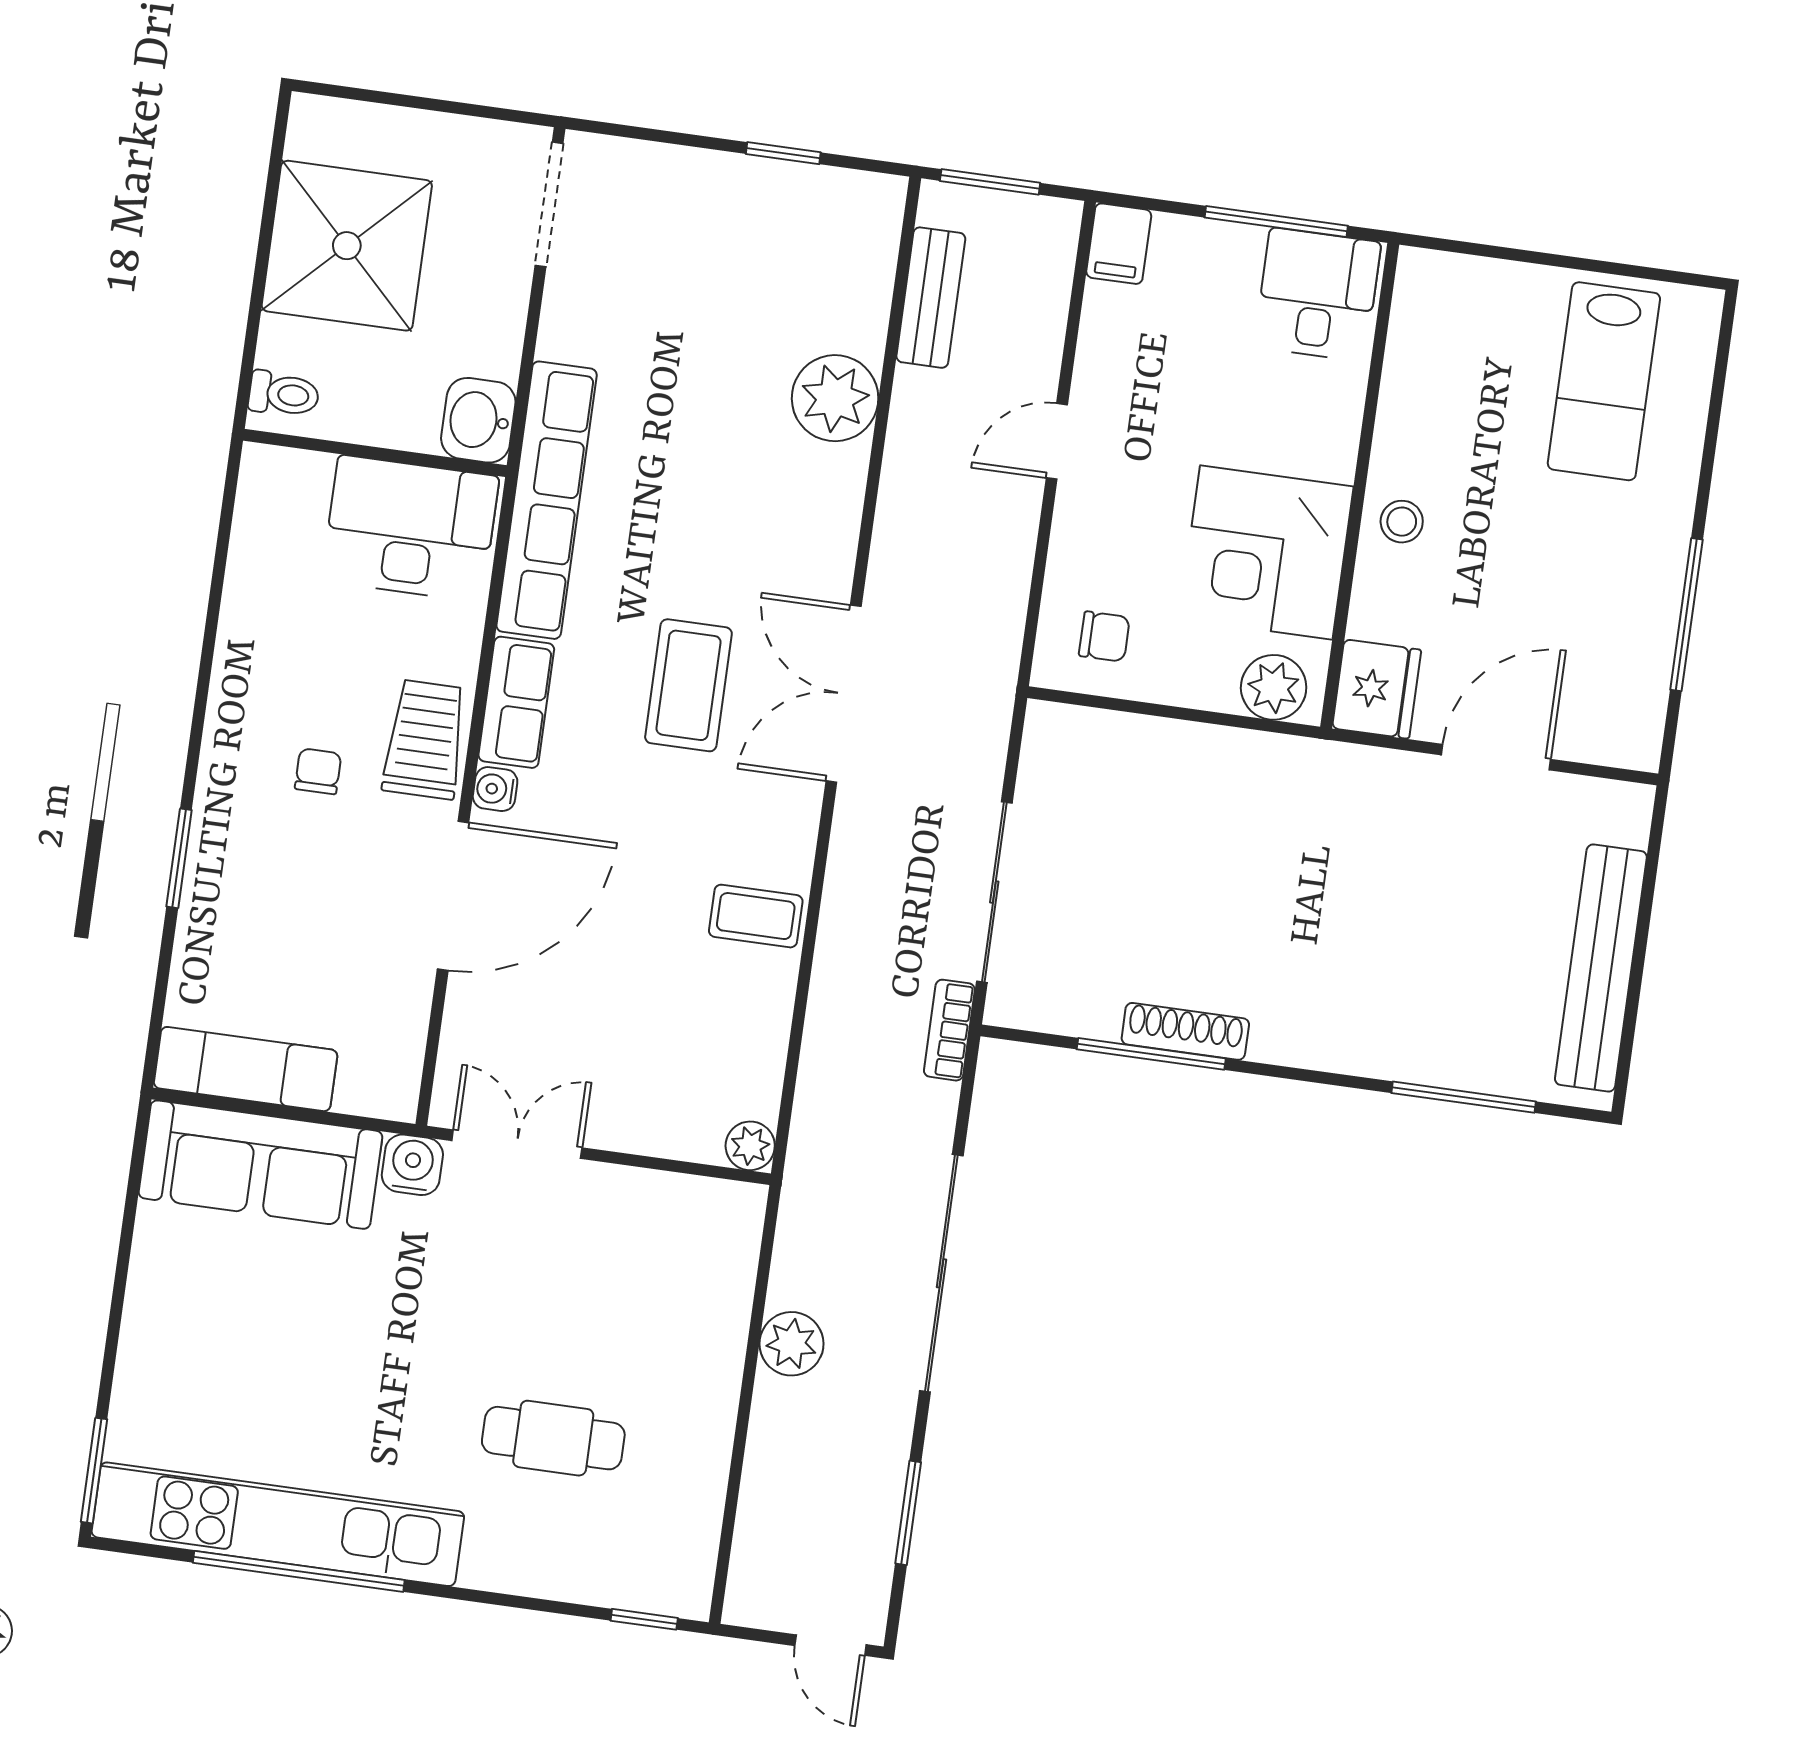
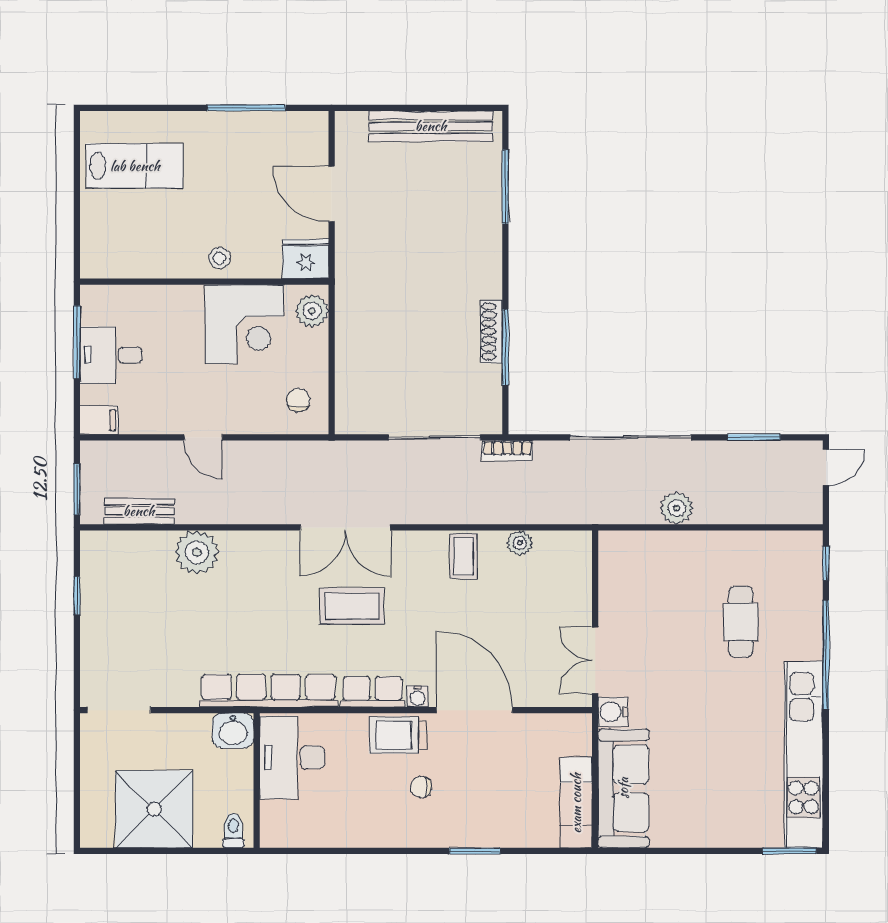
desk: (1318, 294) -> (111, 355), moved
plant: (750, 1146) -> (520, 543), moved
window: (299, 1571) -> (826, 655), moved

